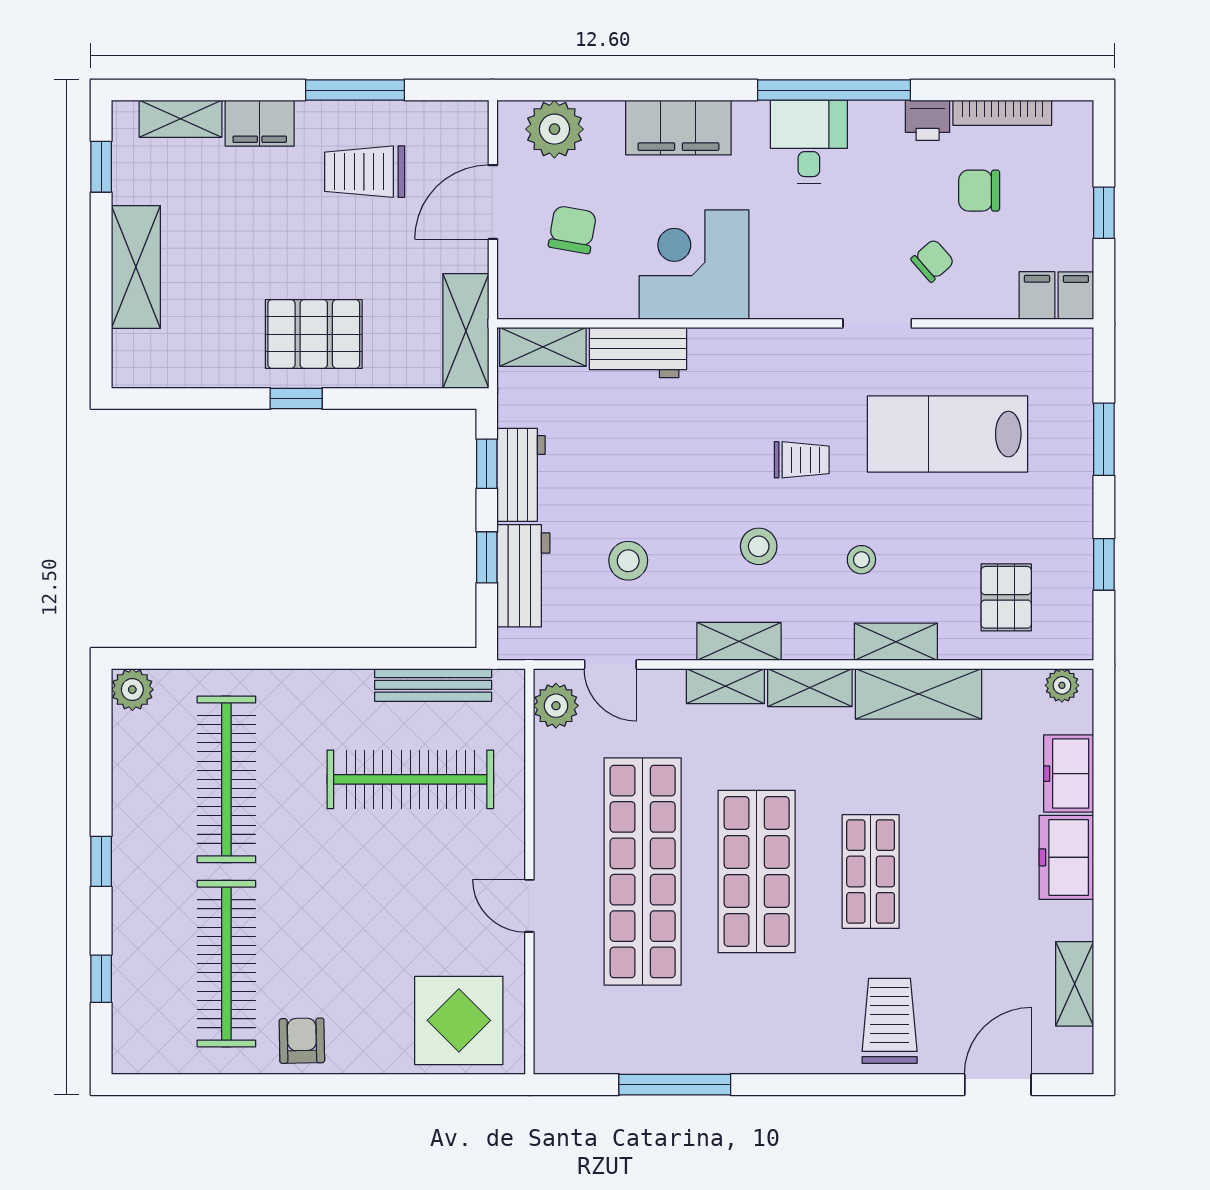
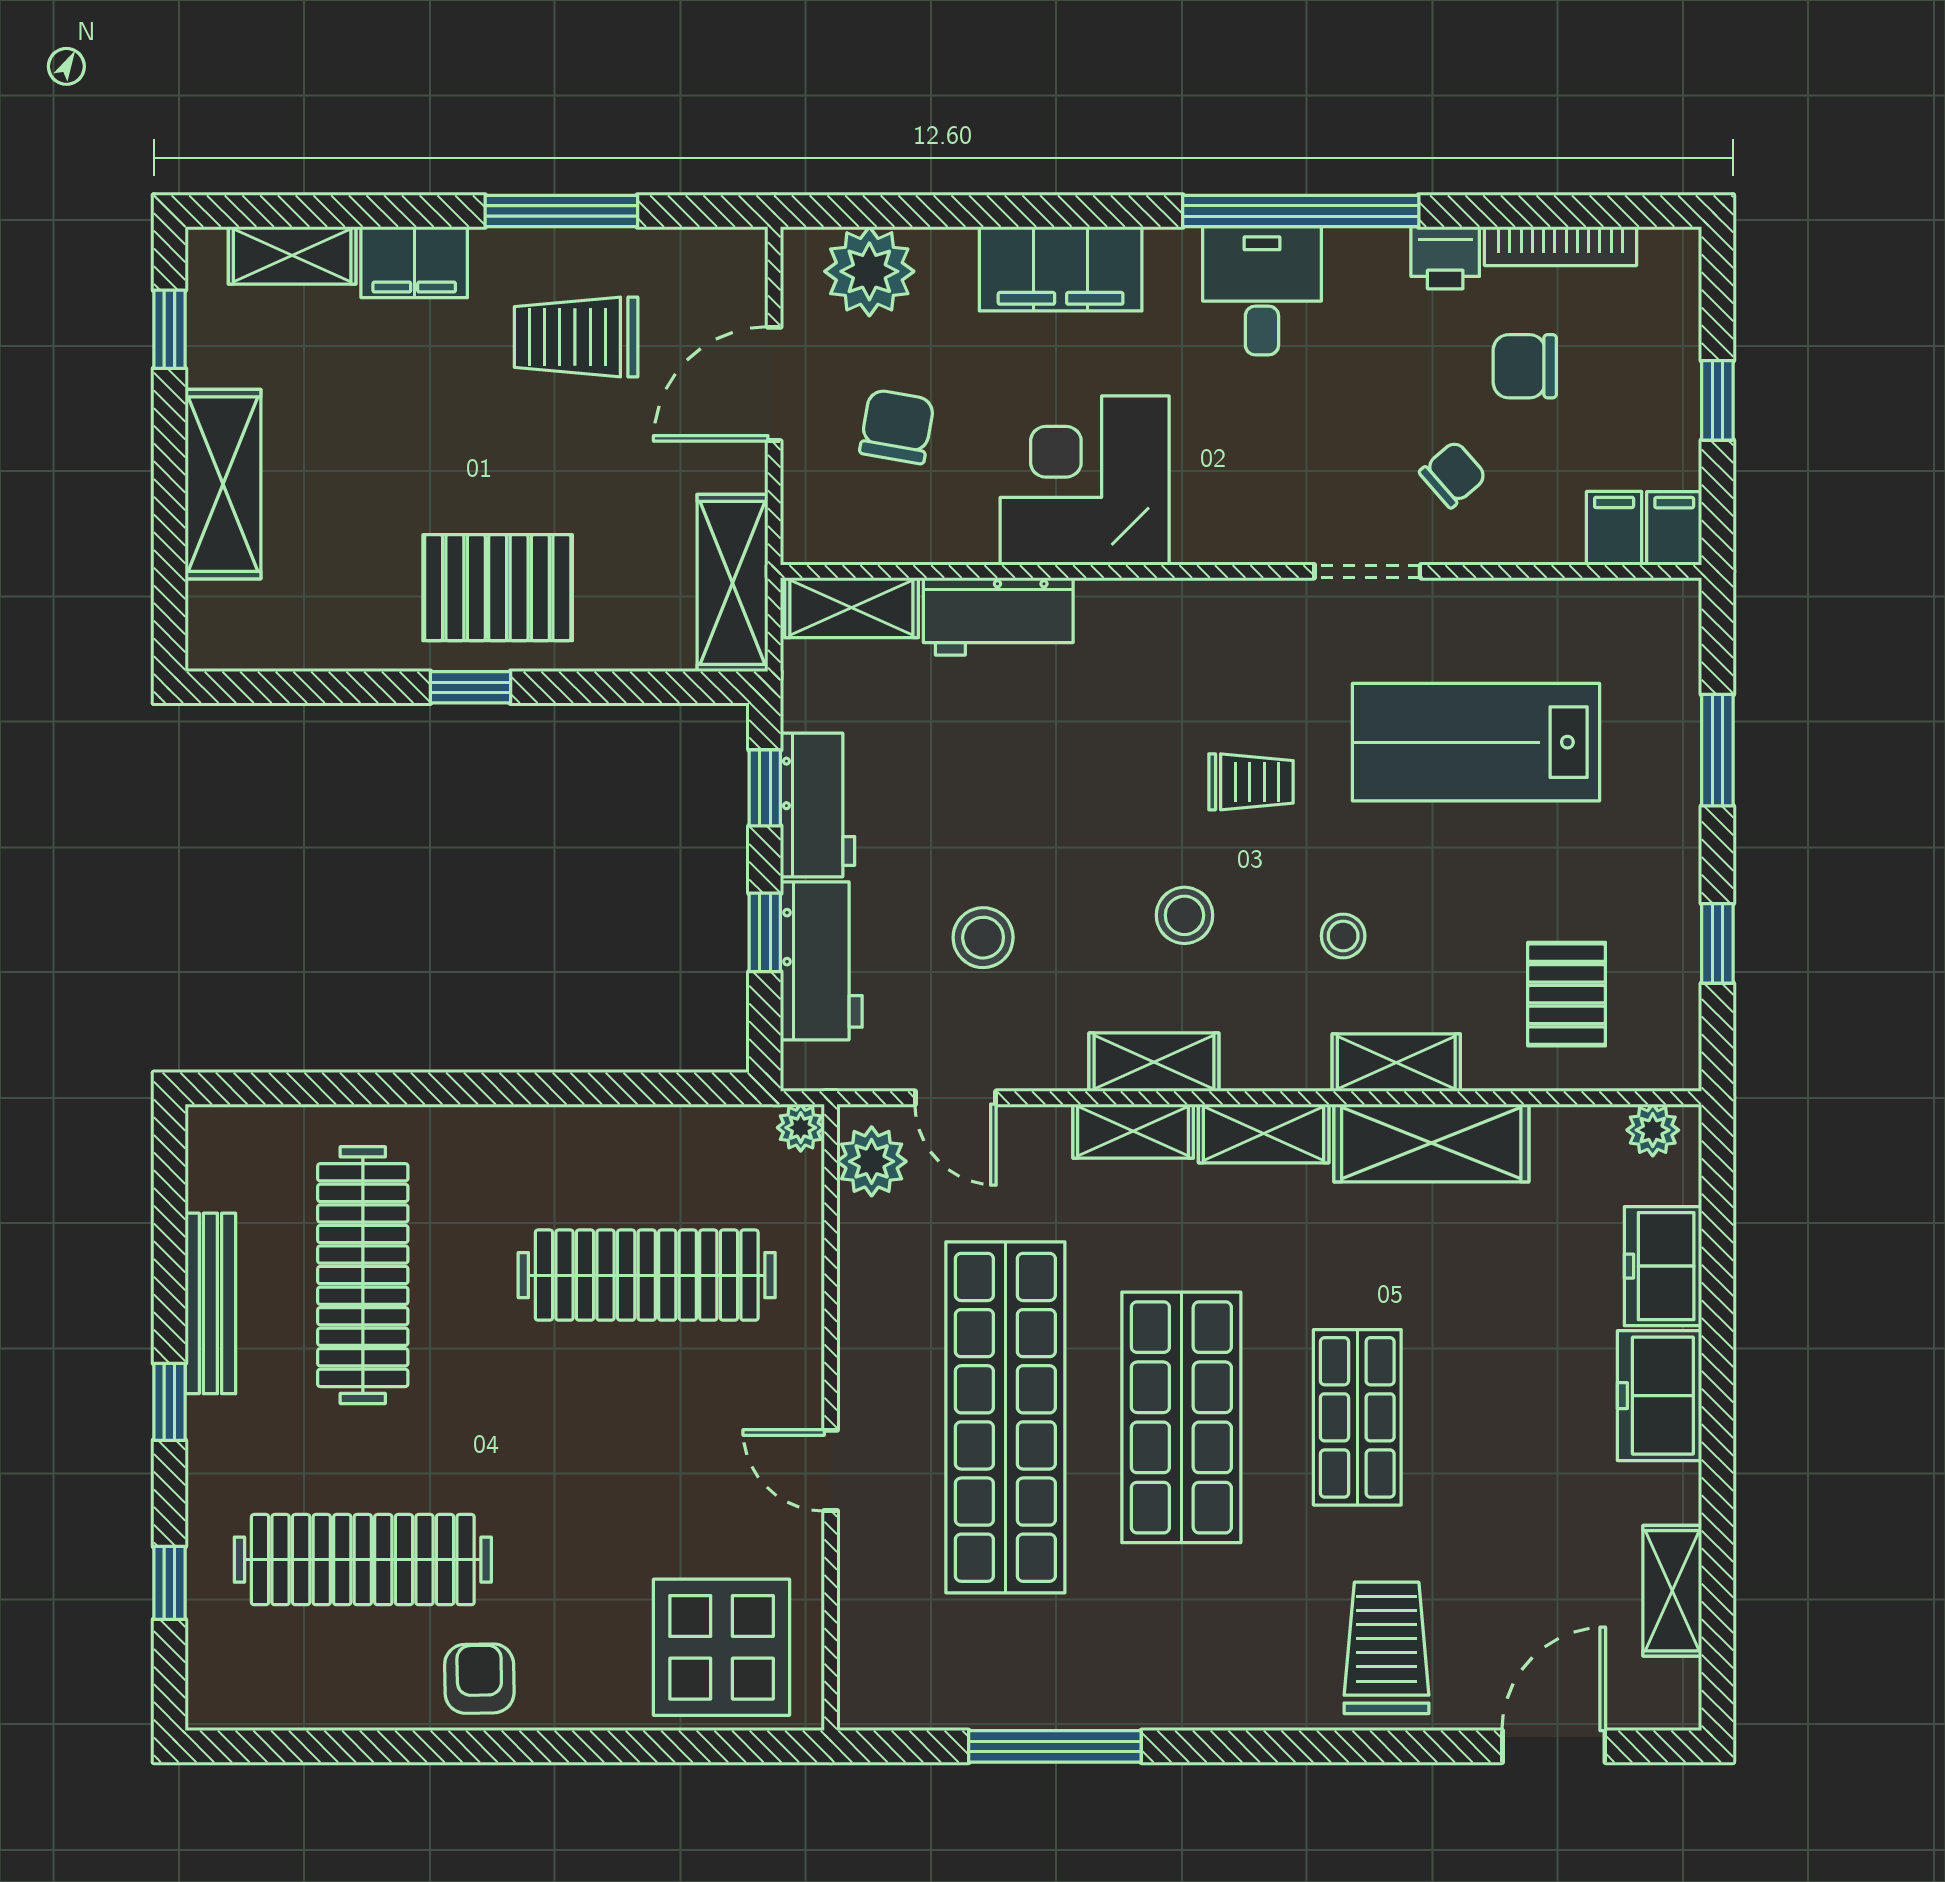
bench: (433, 685) -> (210, 1303), moved, turned 90
plant: (132, 690) -> (801, 1128), moved, width x0.73, depth x0.73
clothes rail: (226, 964) -> (363, 1560), turned 90

